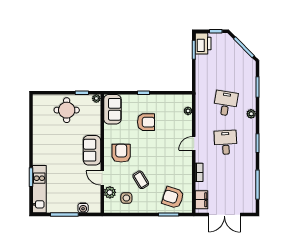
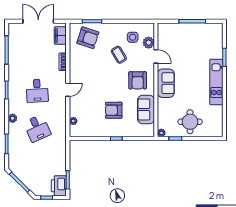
desk: (226, 103) -> (37, 128), turned -33
sofa: (112, 109) -> (146, 109), moved
kitchen unit: (39, 189) -> (216, 82), moved
water cooler: (83, 208) -> (174, 28), removed

